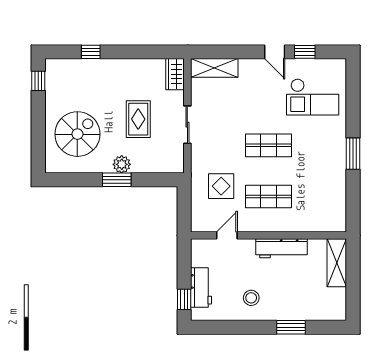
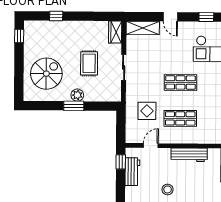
door: (275, 52) -> (170, 17), moved
workbench: (201, 287) -> (132, 172), moved
window: (184, 299) -> (121, 162), moved

